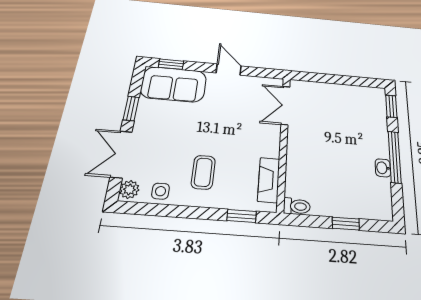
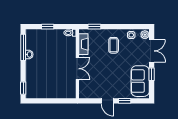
window: (171, 64) -> (125, 101), moved
sofa: (174, 84) -> (140, 81), moved, turned -90
double door: (285, 105) -> (77, 69), moved
window: (395, 157) -> (23, 47), moved

